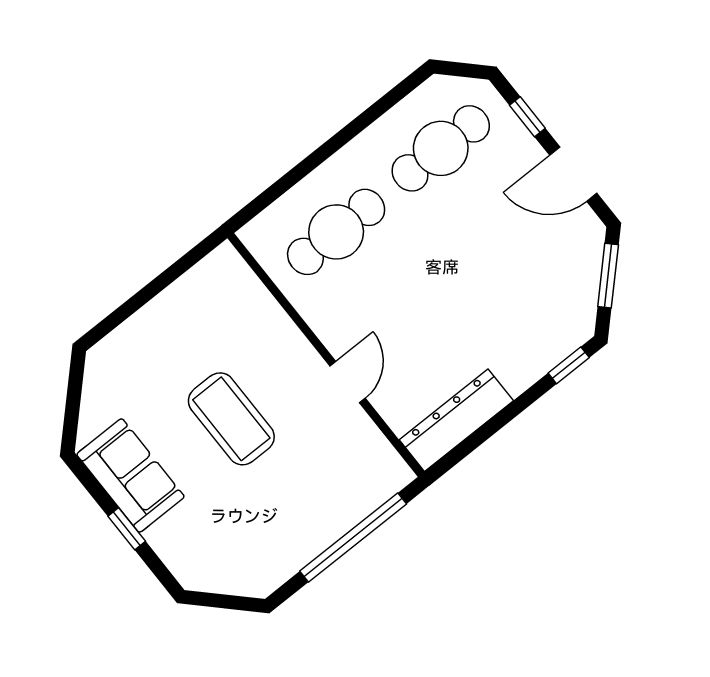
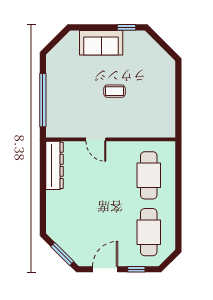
window: (569, 365) -> (43, 217), removed
coffee table: (231, 419) -> (115, 91), width x0.54, depth x0.58
sofa: (130, 476) -> (101, 43), moved
window: (127, 529) -> (127, 27), moved

